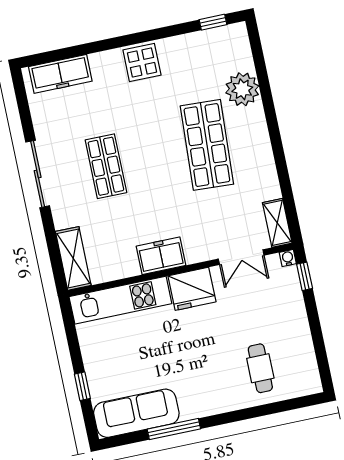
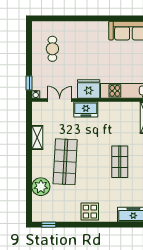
shelving: (277, 223) -> (37, 137), moved
freezer: (161, 256) -> (86, 109), moved
cafe table: (260, 368) -> (52, 49), moved
window: (174, 429) -> (113, 18), removed

